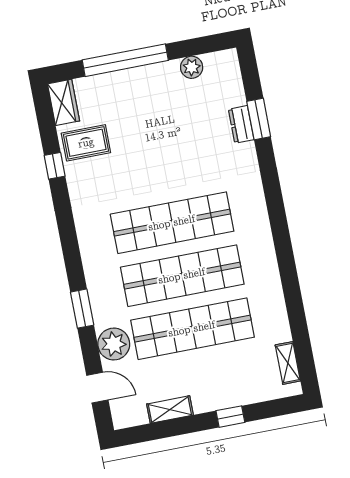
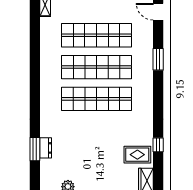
plant: (114, 344) -> (144, 35), removed

